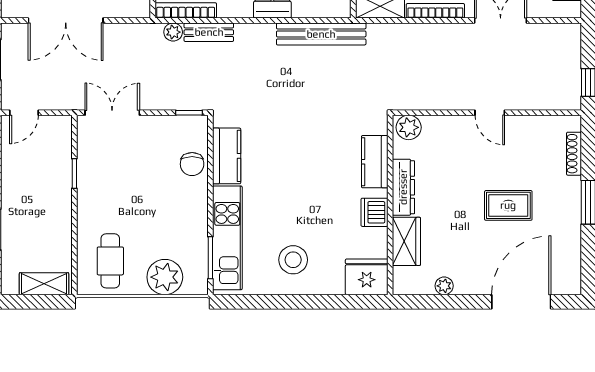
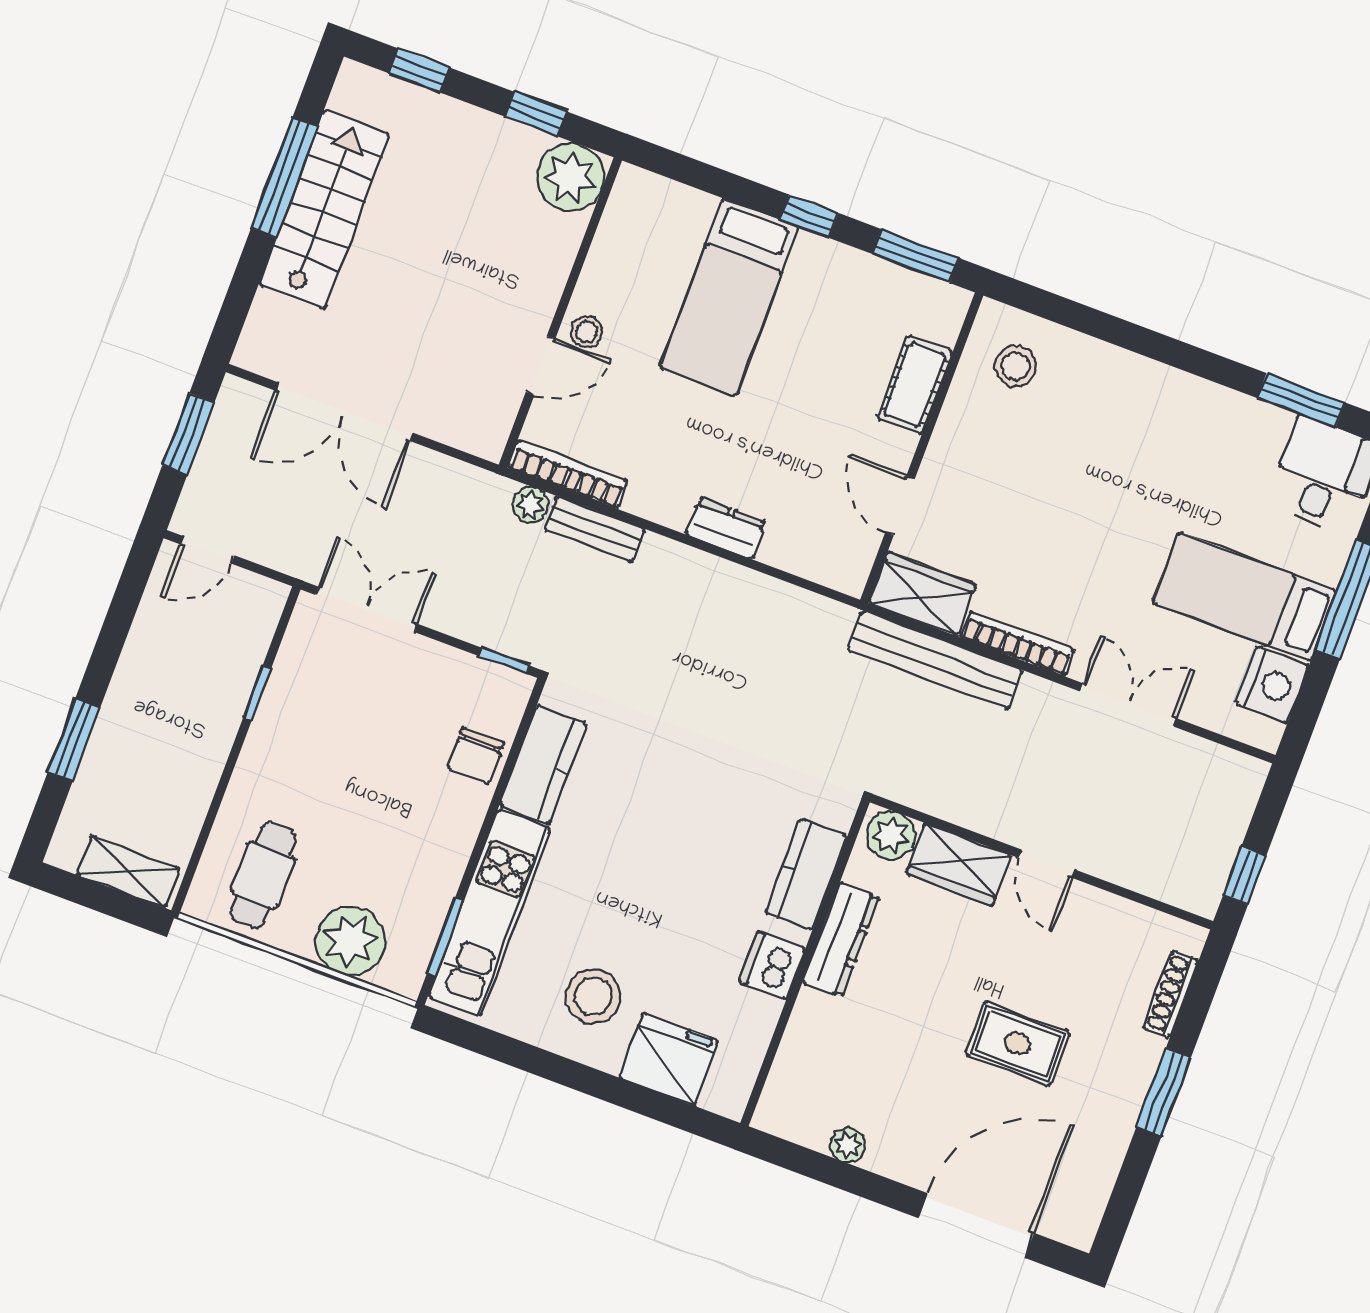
bench: (321, 34) -> (935, 660), moved
wardrobe: (406, 241) -> (959, 864), moved, turned 90
fridge: (367, 277) -> (668, 1059), moved

